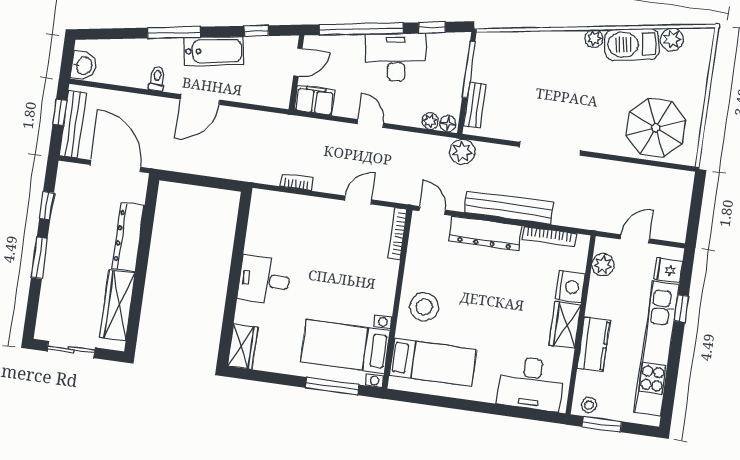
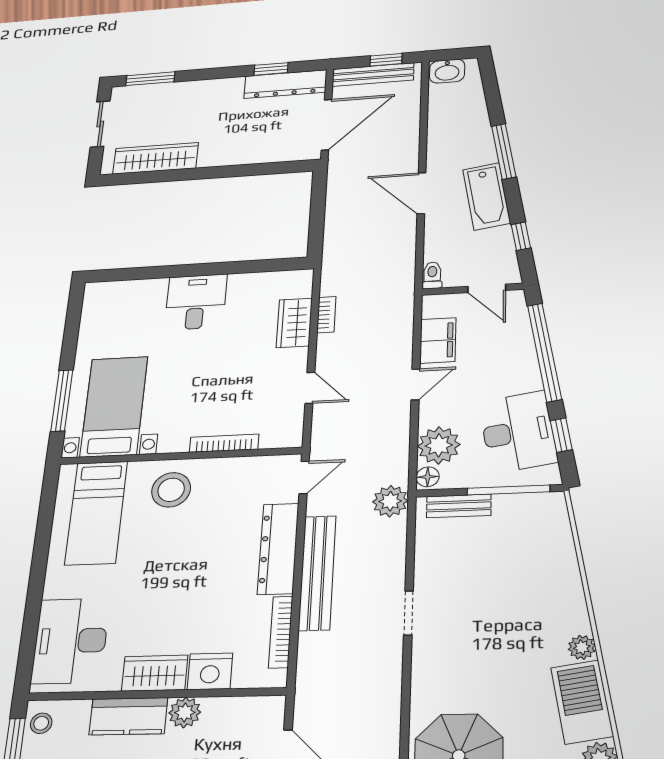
desk: (396, 57) -> (518, 432), moved
toilet: (157, 79) -> (432, 275), moved, turned -90
filing cabinet: (315, 100) -> (438, 340), moved
plant: (430, 121) -> (439, 445), width x1.88, depth x1.88
doorway: (550, 149) -> (408, 613), width x0.53
bookcase: (397, 234) -> (224, 443), moved
dresser: (128, 237) -> (285, 84), moved, turned 180
window: (39, 258) -> (150, 79), moved
plant: (603, 265) -> (185, 713), moved
wardrobe: (243, 347) -> (294, 323), moved, turned 90

